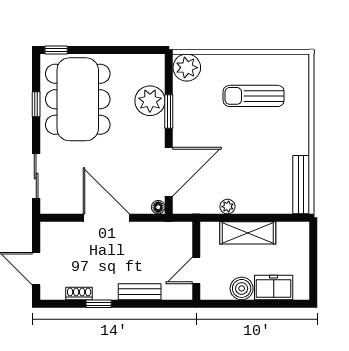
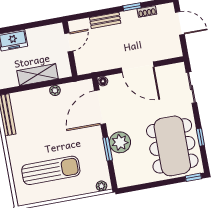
plant: (187, 68) -> (102, 186), width x0.53, depth x0.53
sun lounger: (254, 96) -> (51, 170), width x1.36, depth x1.34
plant: (150, 101) -> (120, 142), moved
boiler: (242, 288) -> (35, 35), removed

